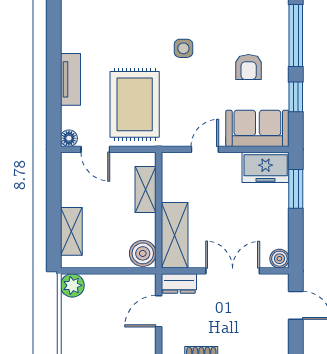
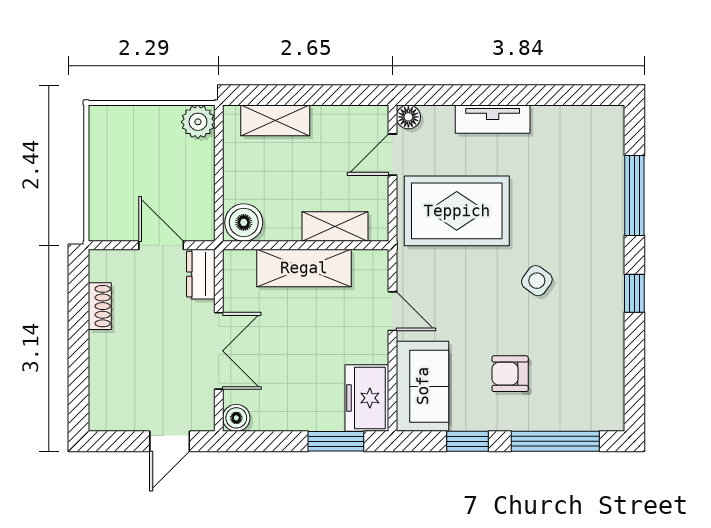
side table: (183, 48) -> (537, 281), turned 36
shelving: (175, 235) -> (304, 268), moved

